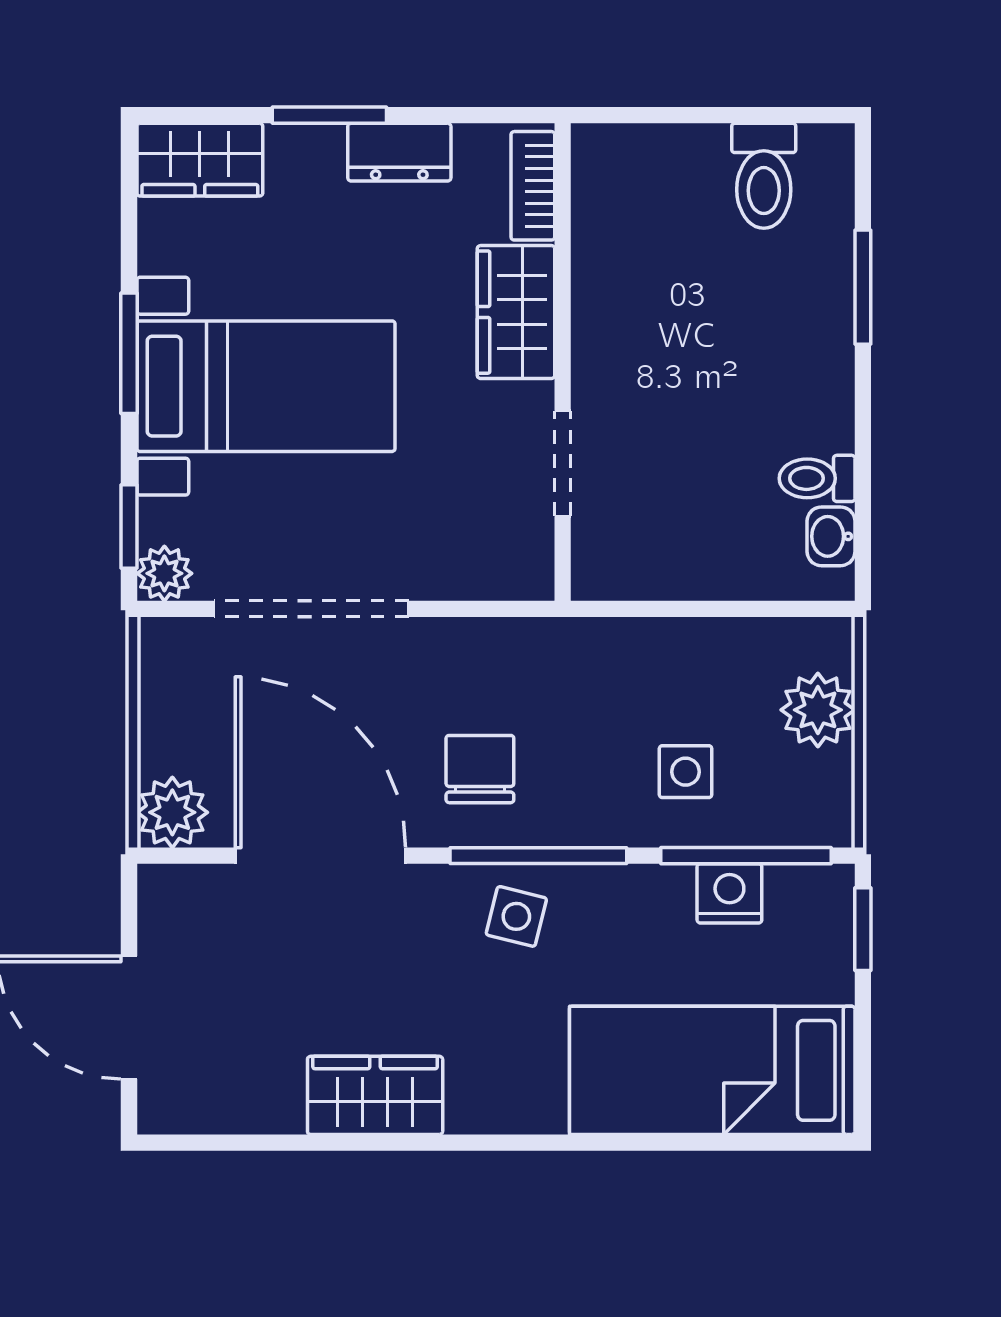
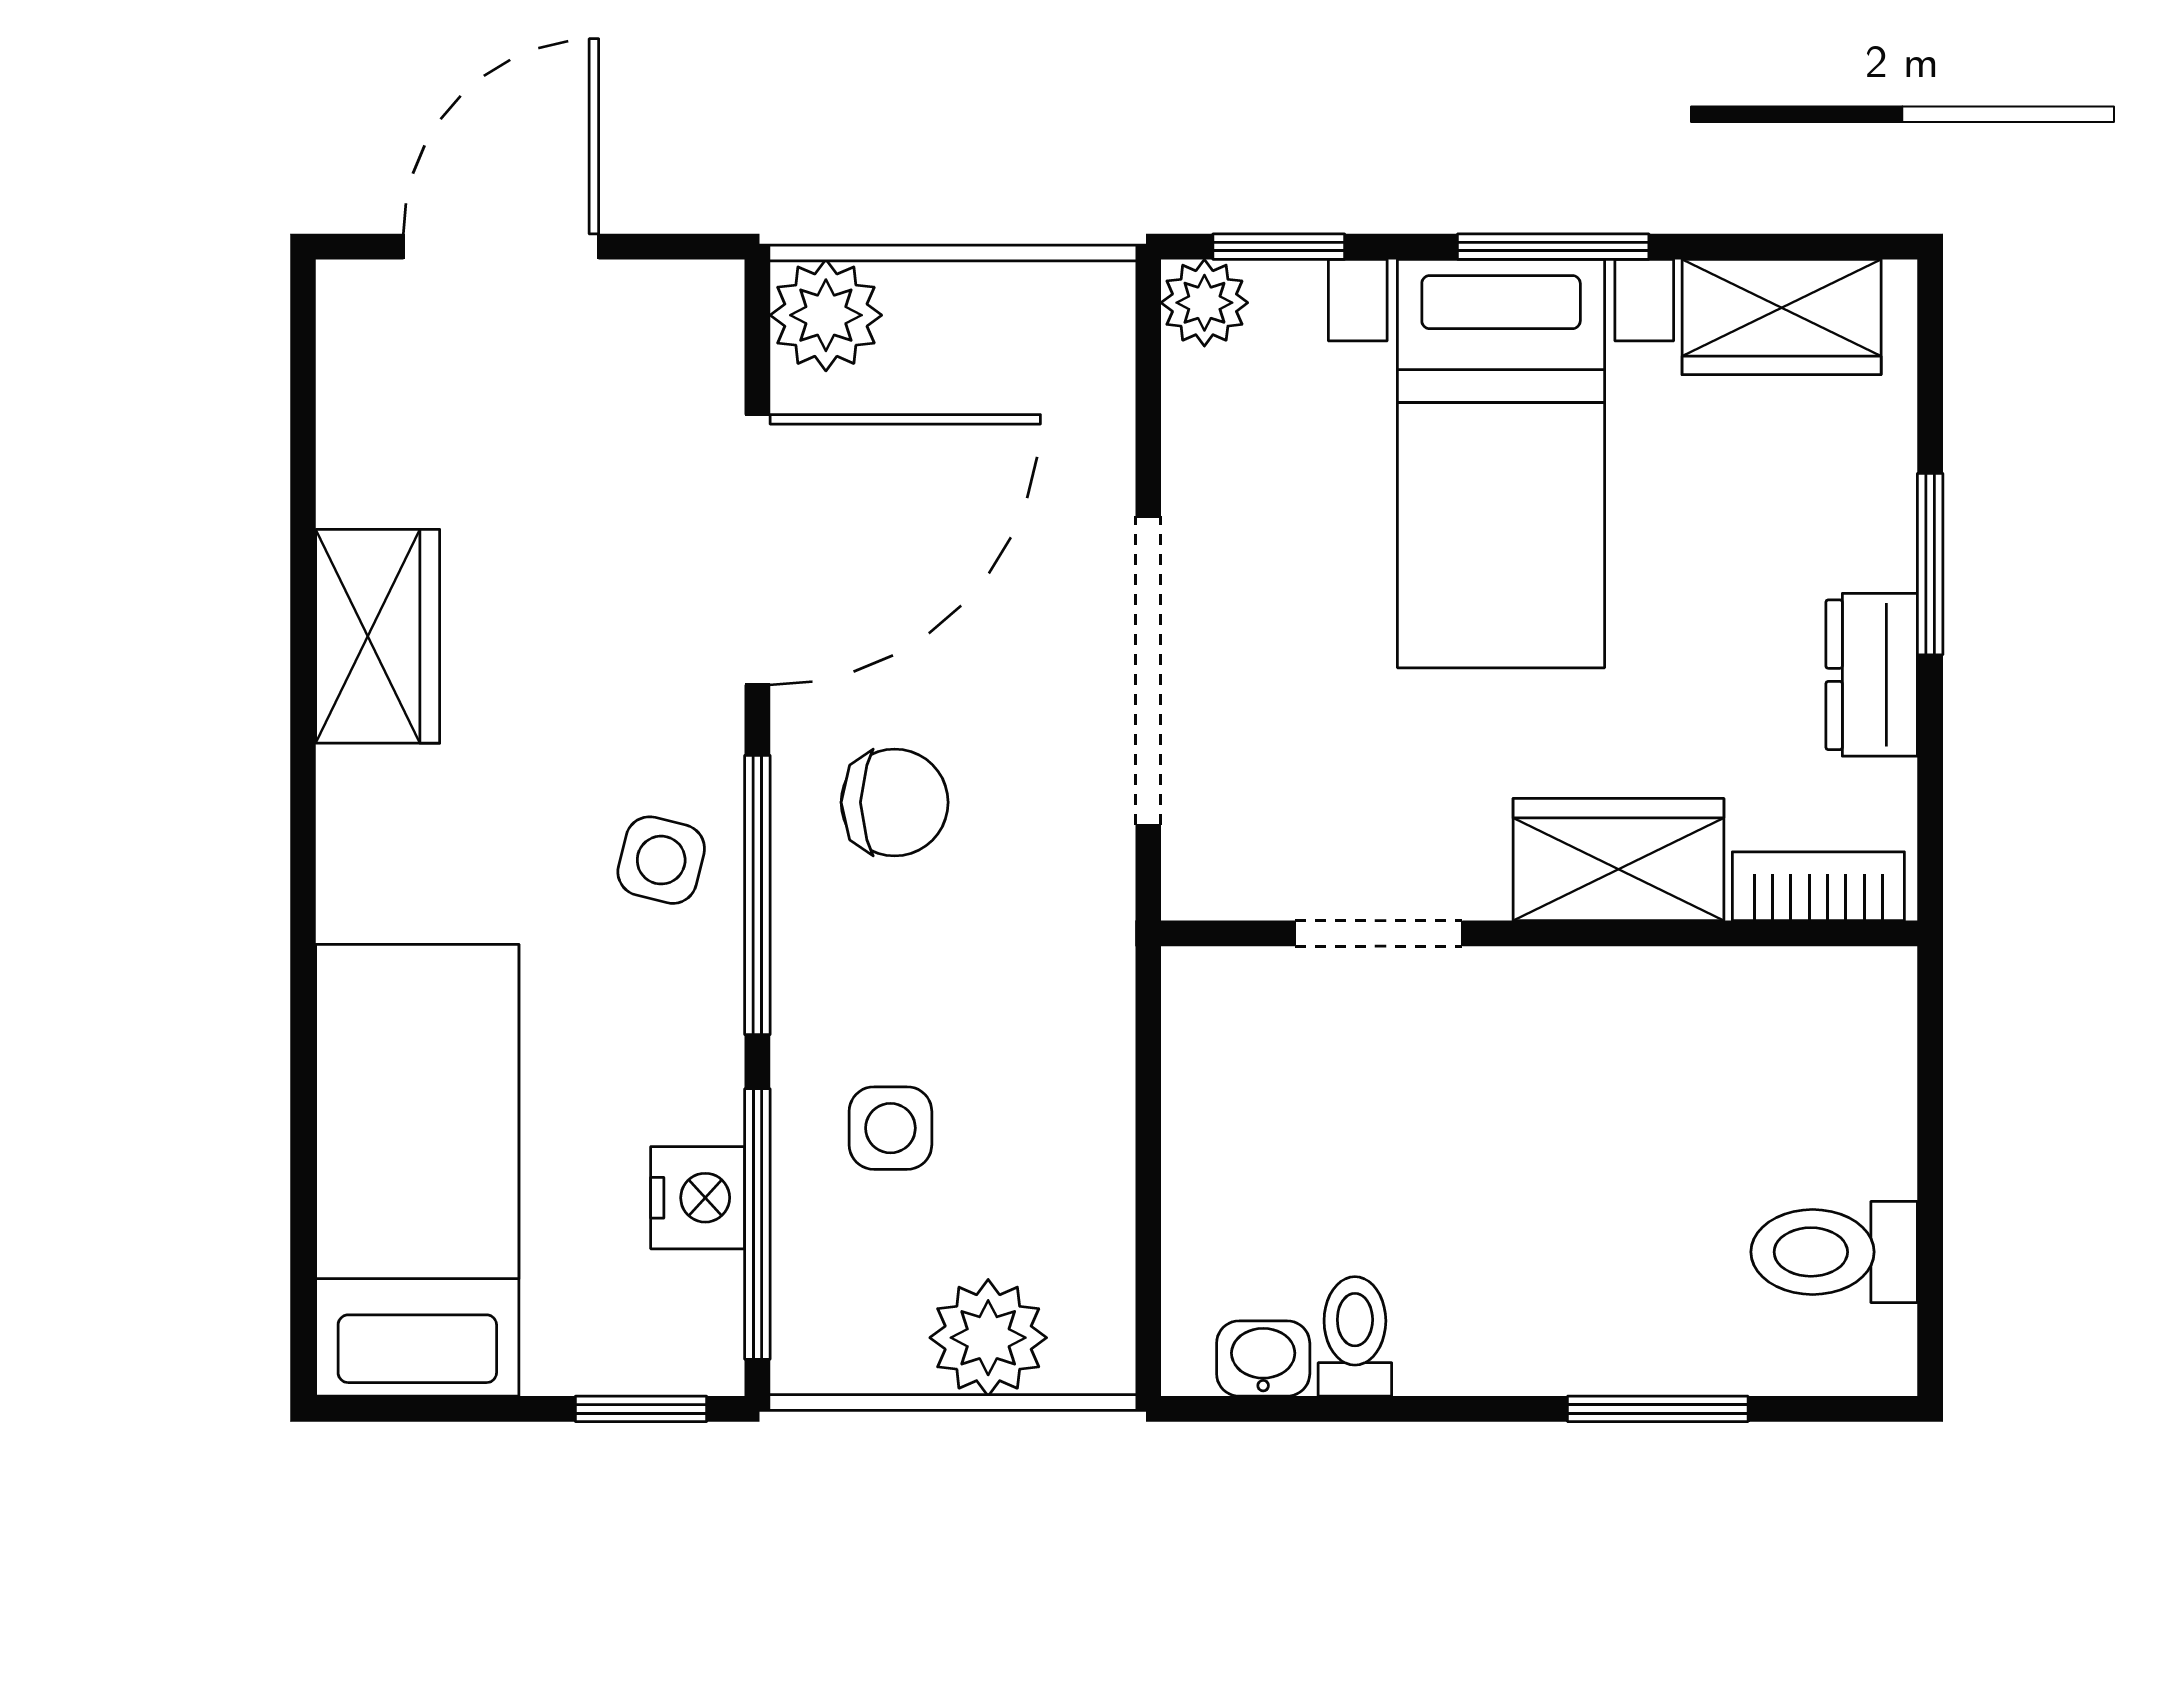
wardrobe: (200, 160) -> (1782, 317), moved, turned -90
doorway: (311, 609) -> (1148, 671), moved

